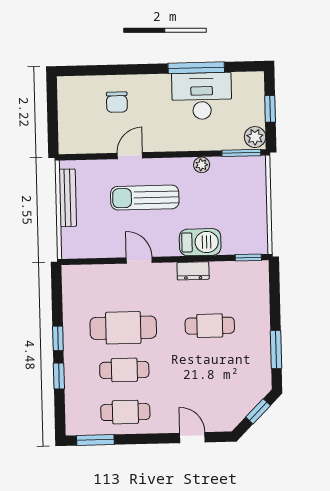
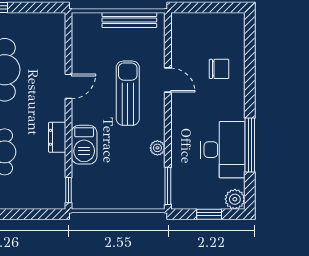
chair: (117, 102) -> (219, 69), turned 180
plant: (255, 137) -> (235, 199), moved

